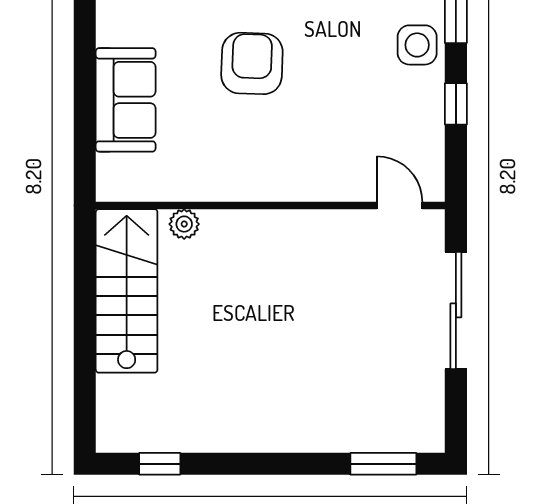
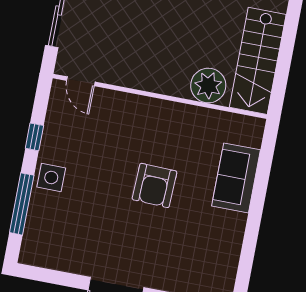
plant: (184, 224) -> (208, 86), width x1.88, depth x1.88

